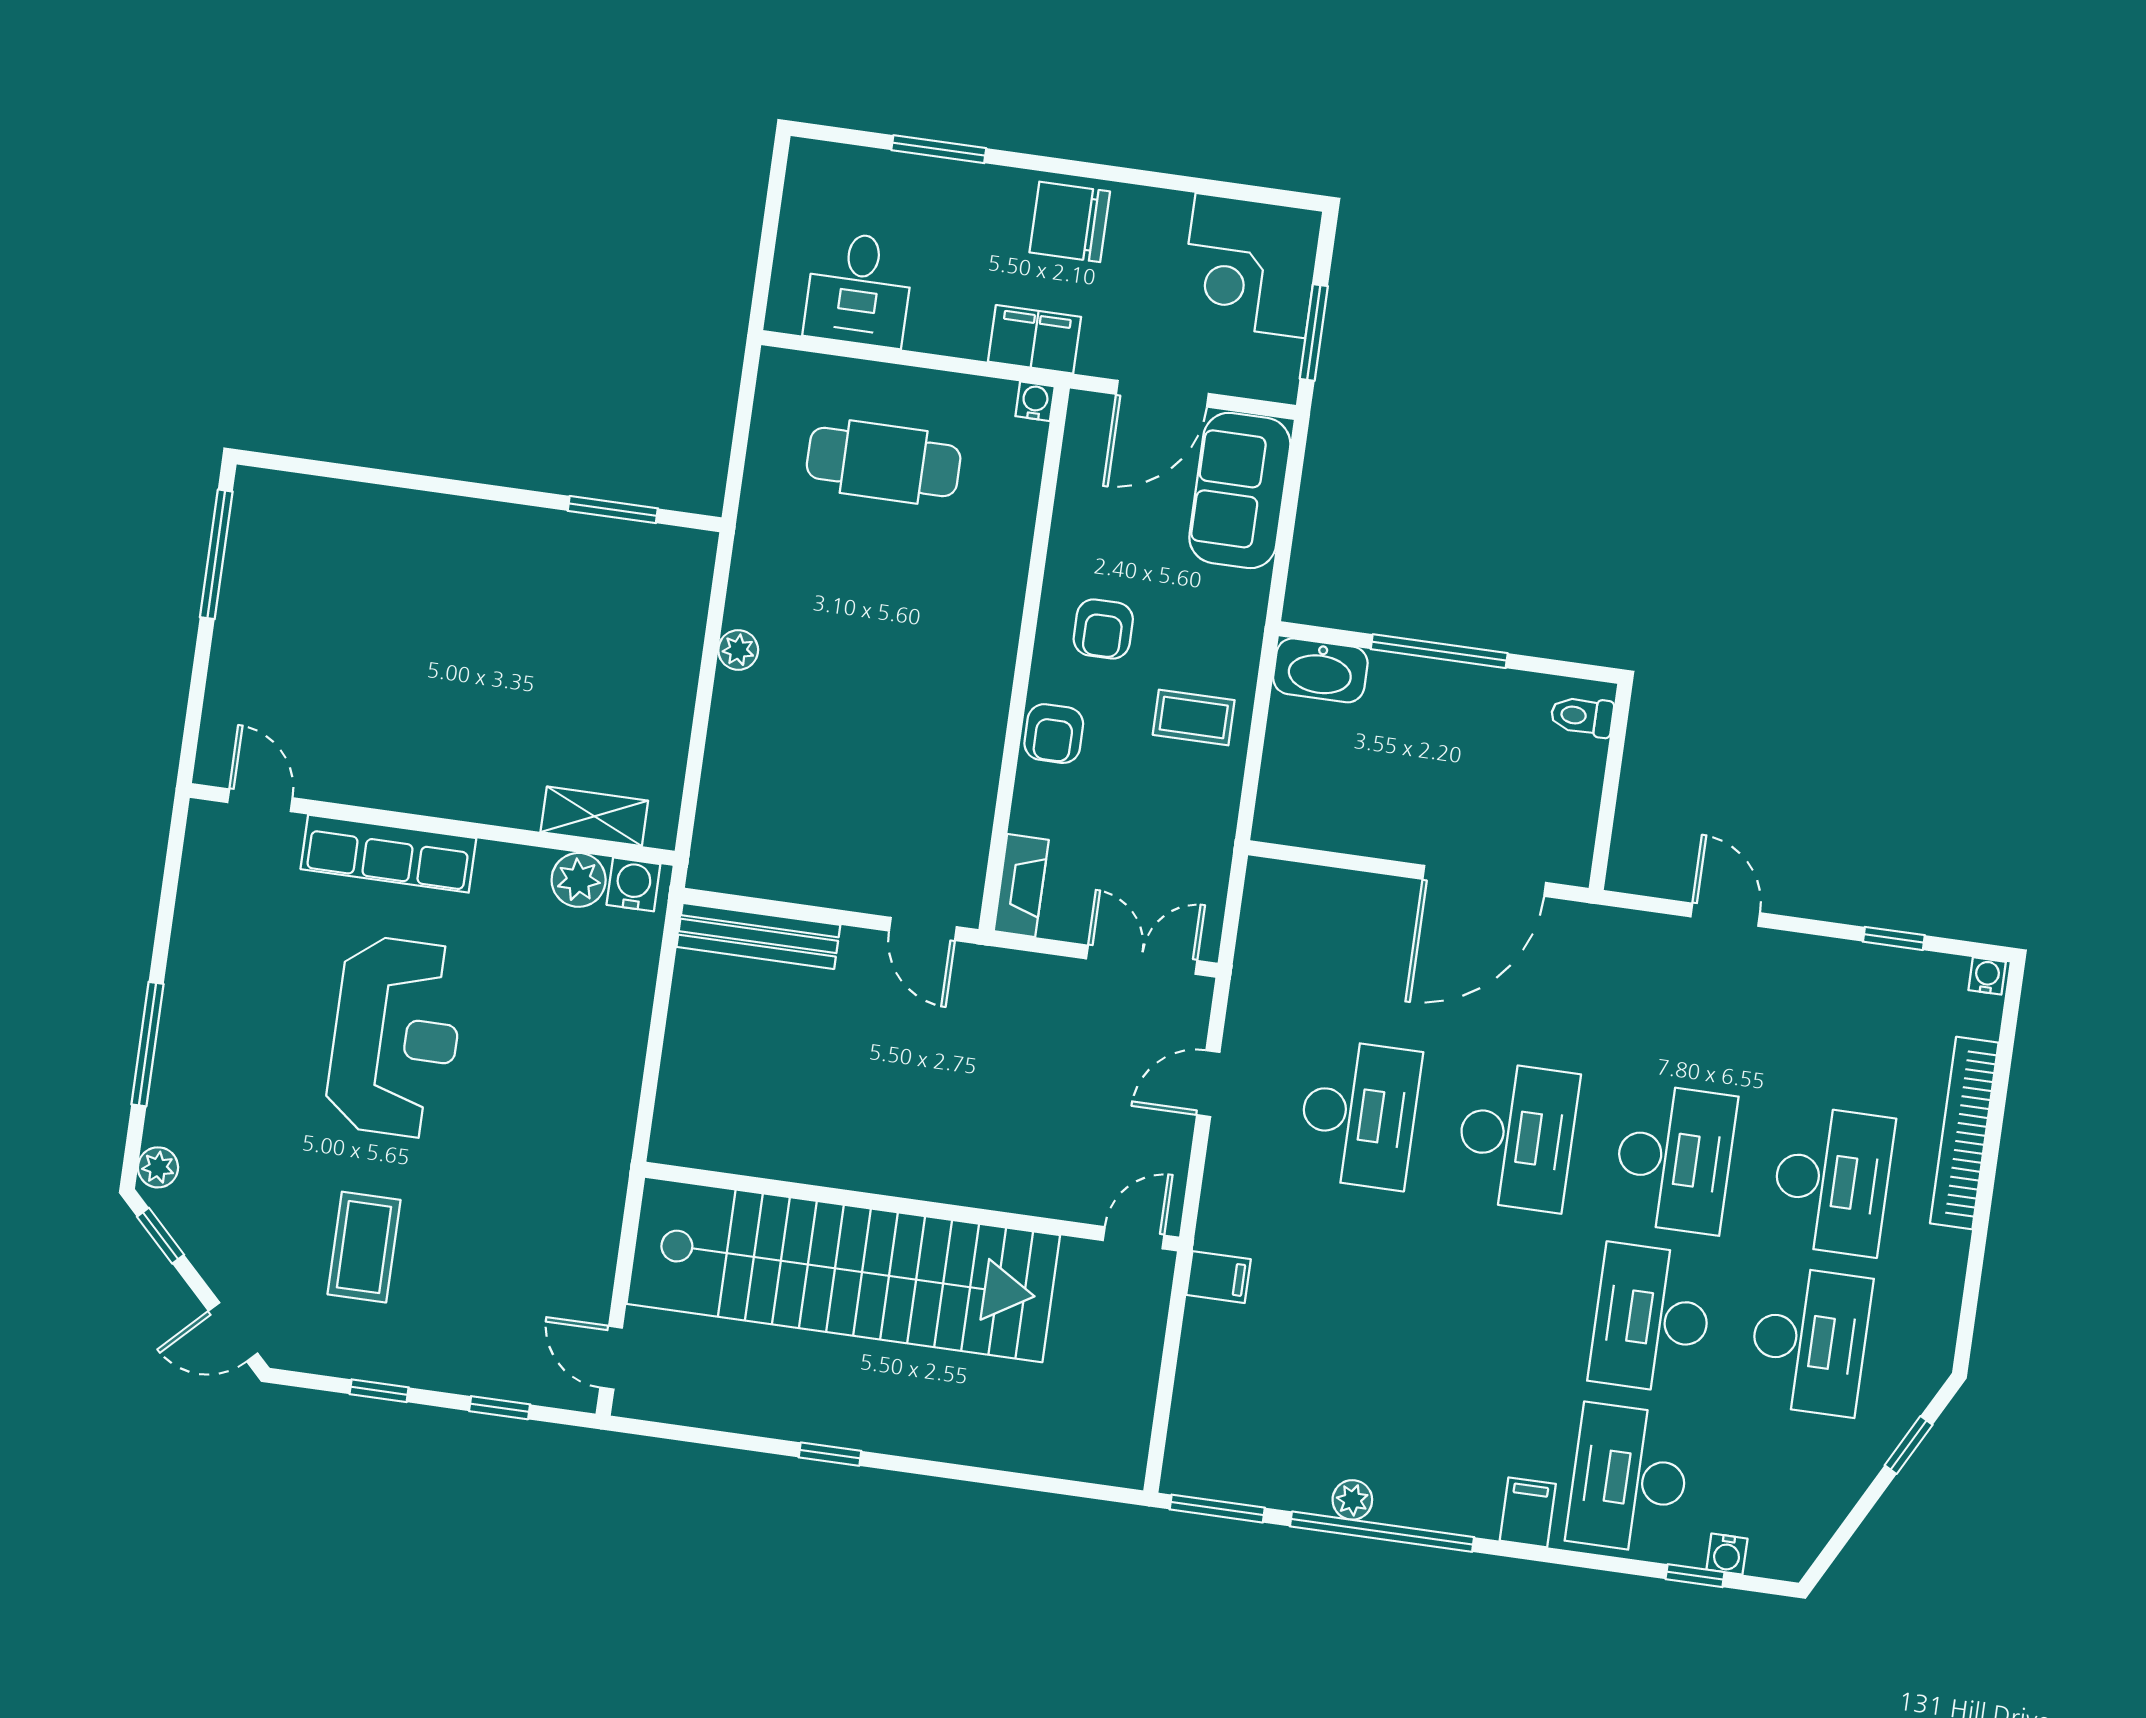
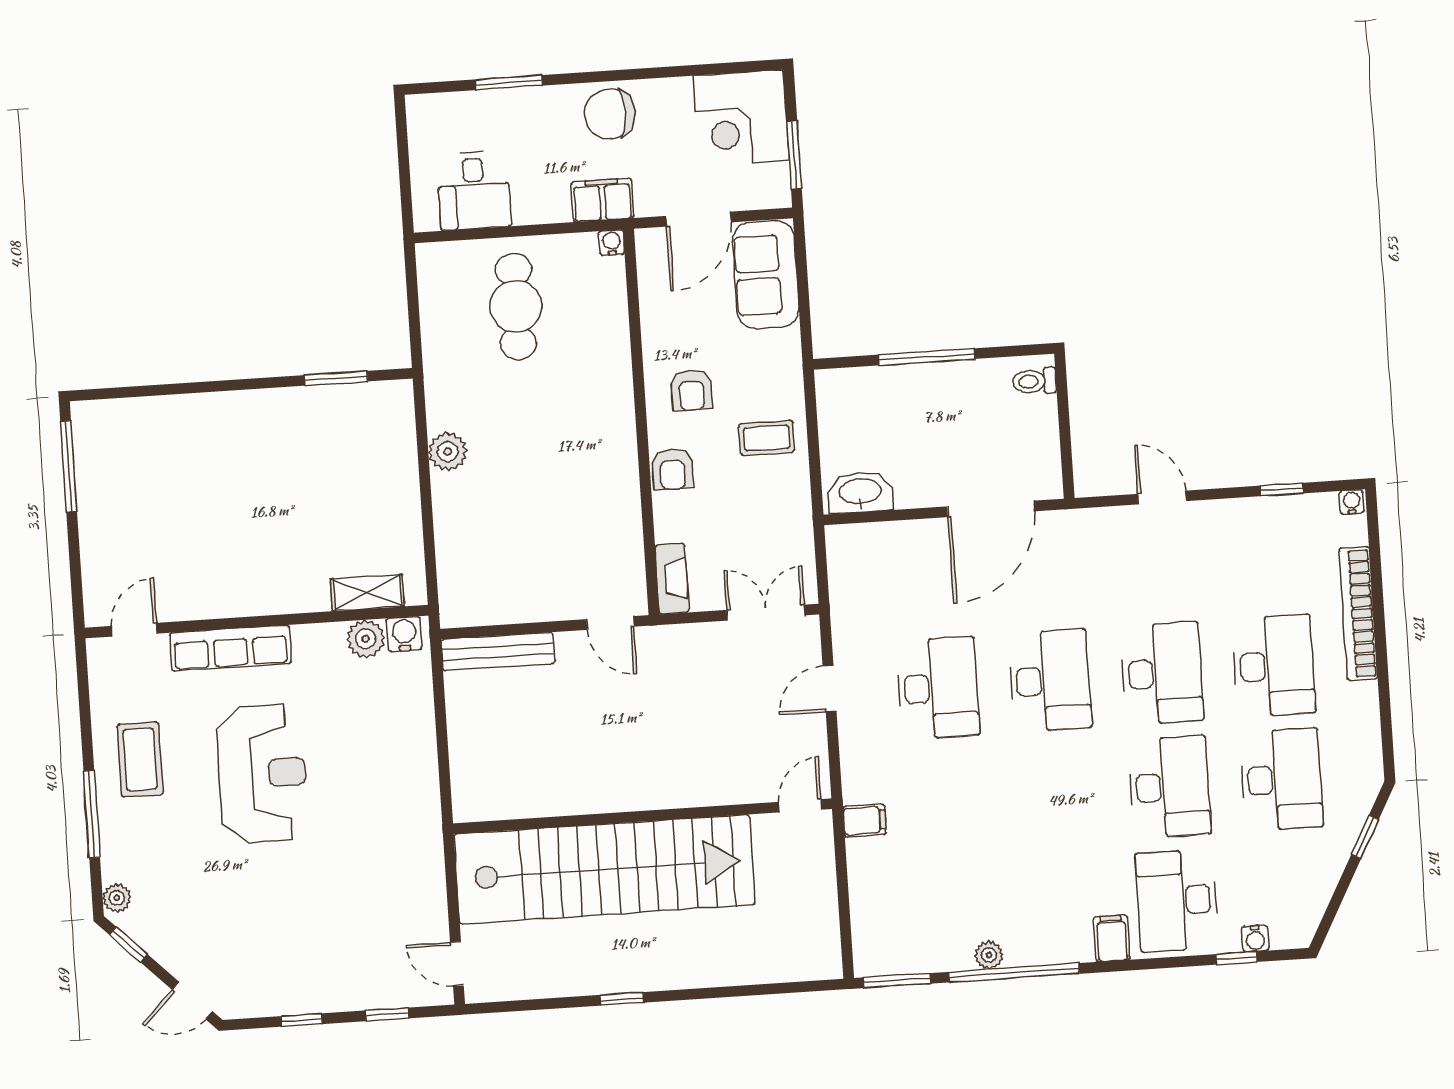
cafe table: (884, 462) -> (516, 306), turned 90
plant: (738, 650) -> (448, 452), width x1.38, depth x1.38
washbasin: (1320, 670) -> (860, 492), moved, turned 180
door: (260, 800) -> (134, 630), hinge flipped
coffee table: (364, 1247) -> (140, 759), moved
desk: (1652, 1319) -> (1169, 787), turned 180

